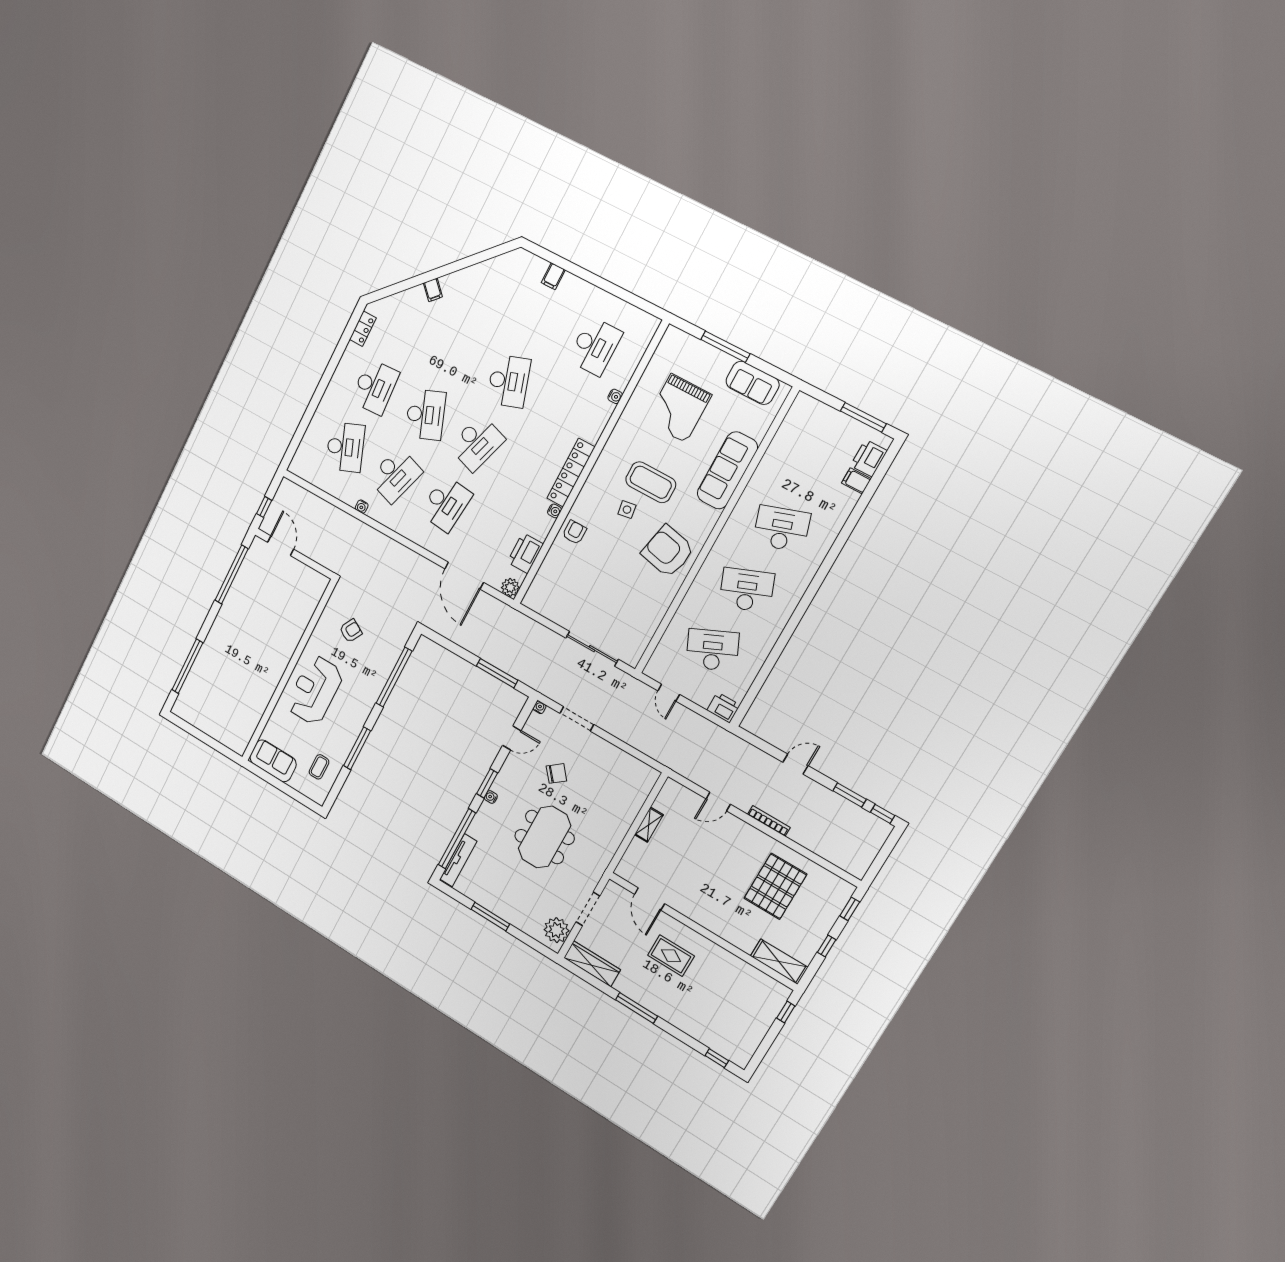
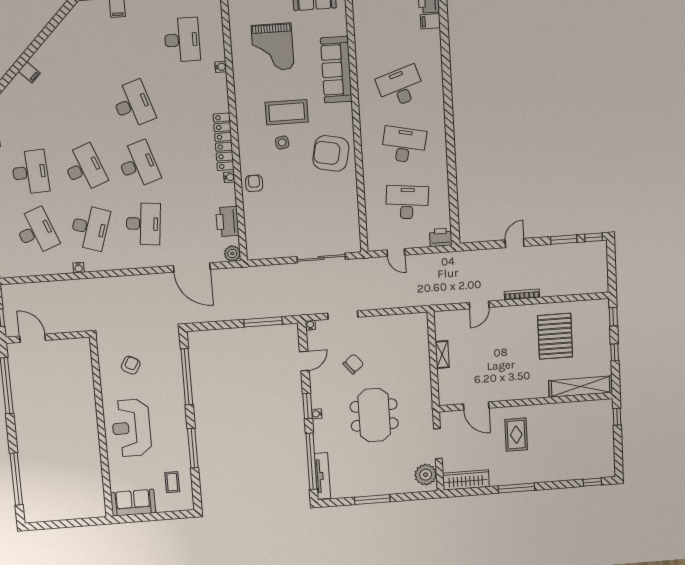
desk: (477, 443) -> (138, 164), turned -36
desk: (747, 590) -> (404, 145), turned 33
desk: (712, 650) -> (407, 202), turned 30
rug: (671, 956) -> (516, 435), turned 90
shelving: (779, 962) -> (581, 387), width x1.47

